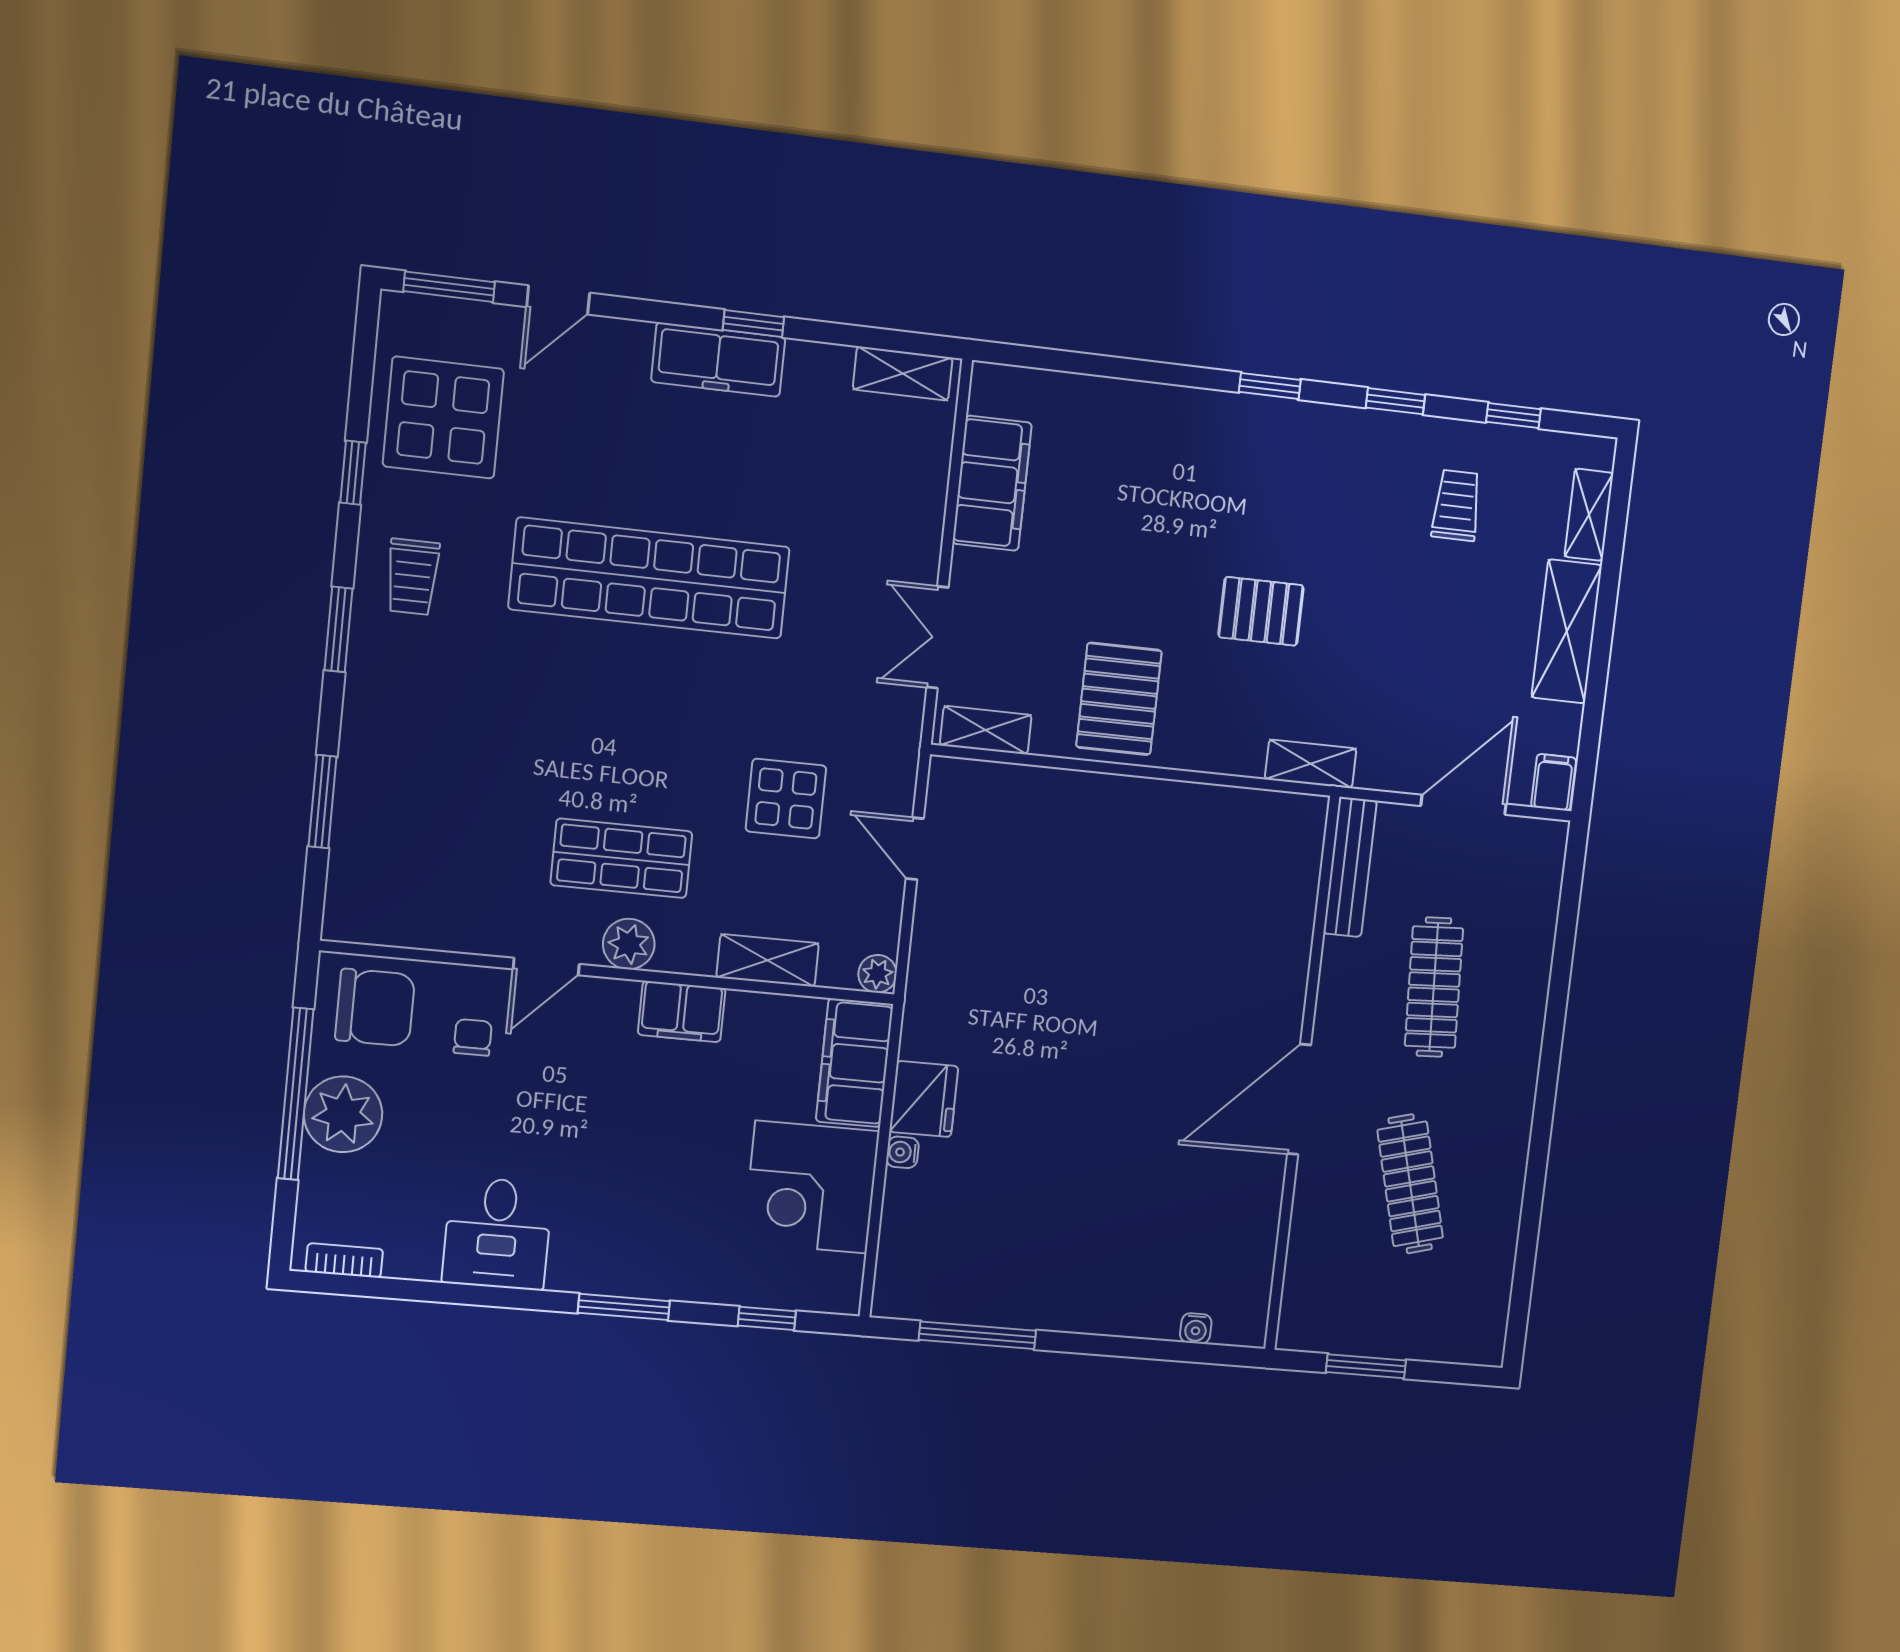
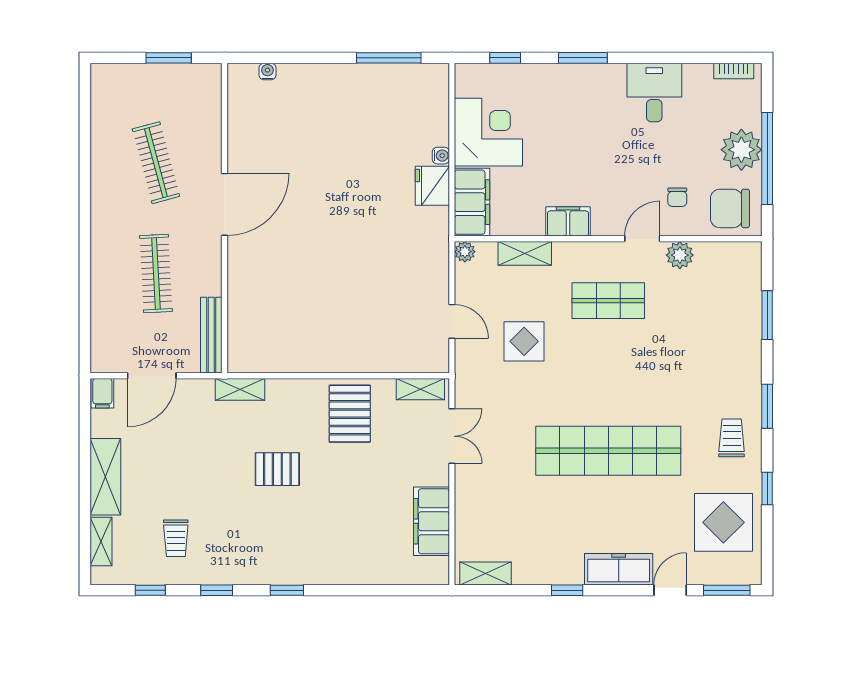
freezer: (718, 360) -> (619, 569), moved
plant: (629, 944) -> (680, 255), moved

